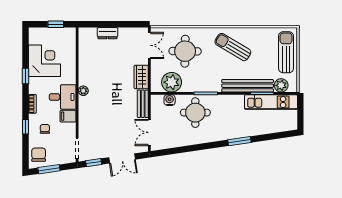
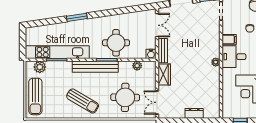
plant: (172, 82) -> (137, 66), width x0.53, depth x0.53
bench: (248, 86) -> (95, 67), moved
water cooler: (170, 100) -> (151, 54), moved
kitchen unit: (271, 102) -> (57, 52), width x1.36

